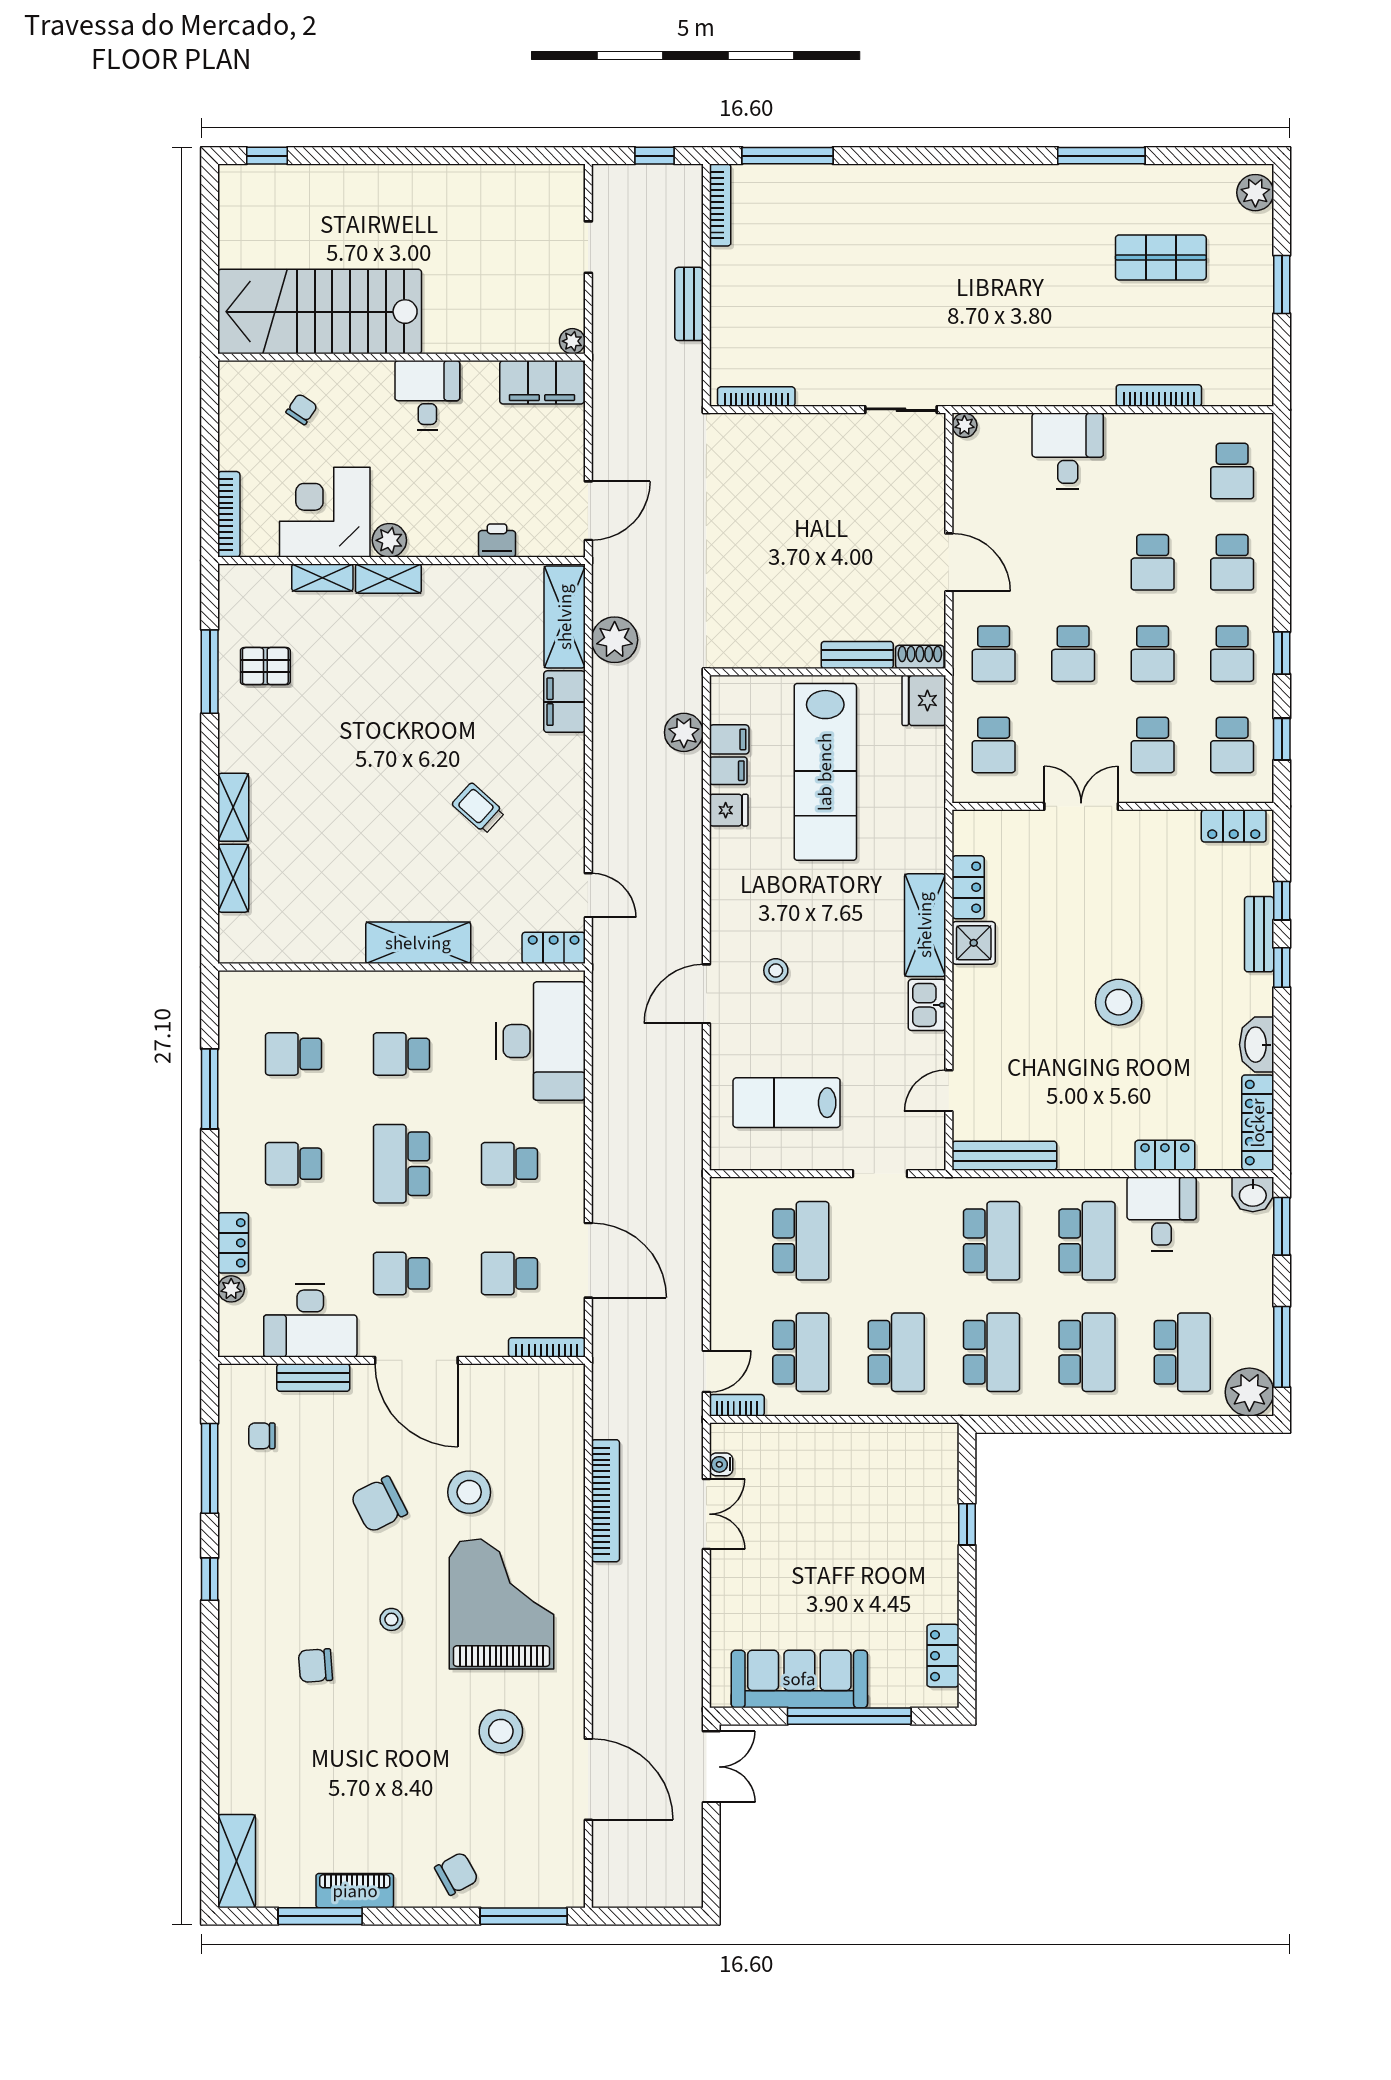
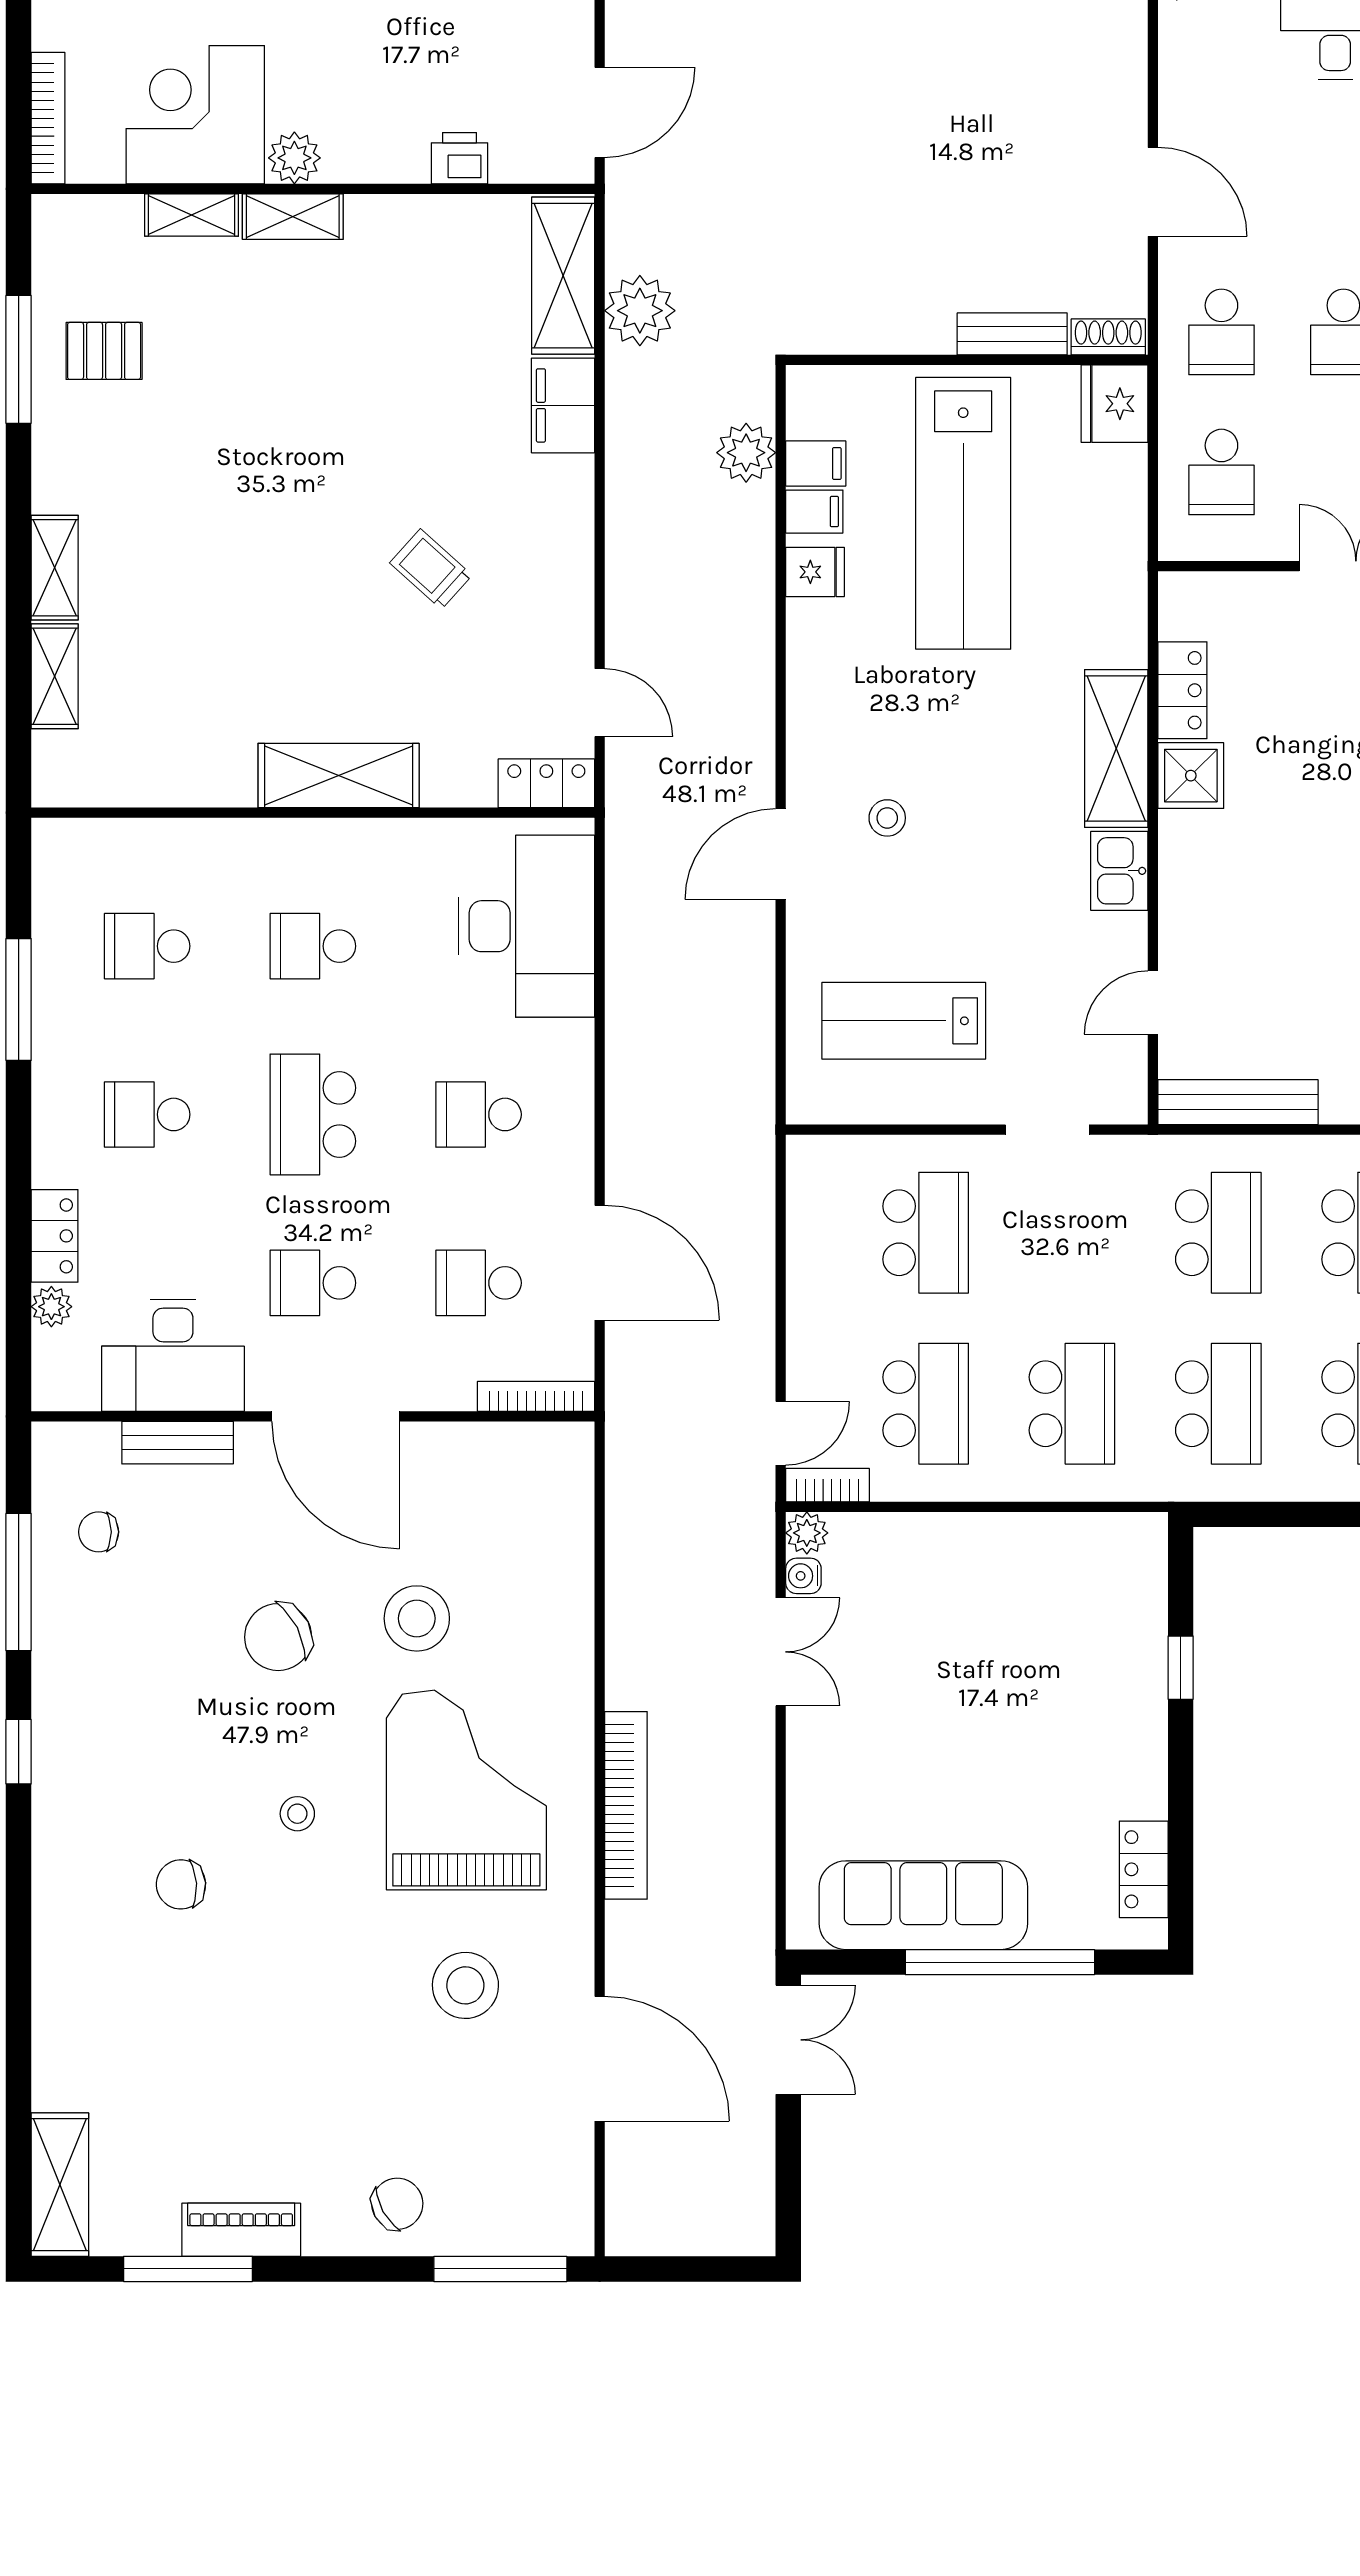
plant: (723, 1436) -> (807, 1533), added
bookcase: (605, 1501) -> (626, 1805), moved

